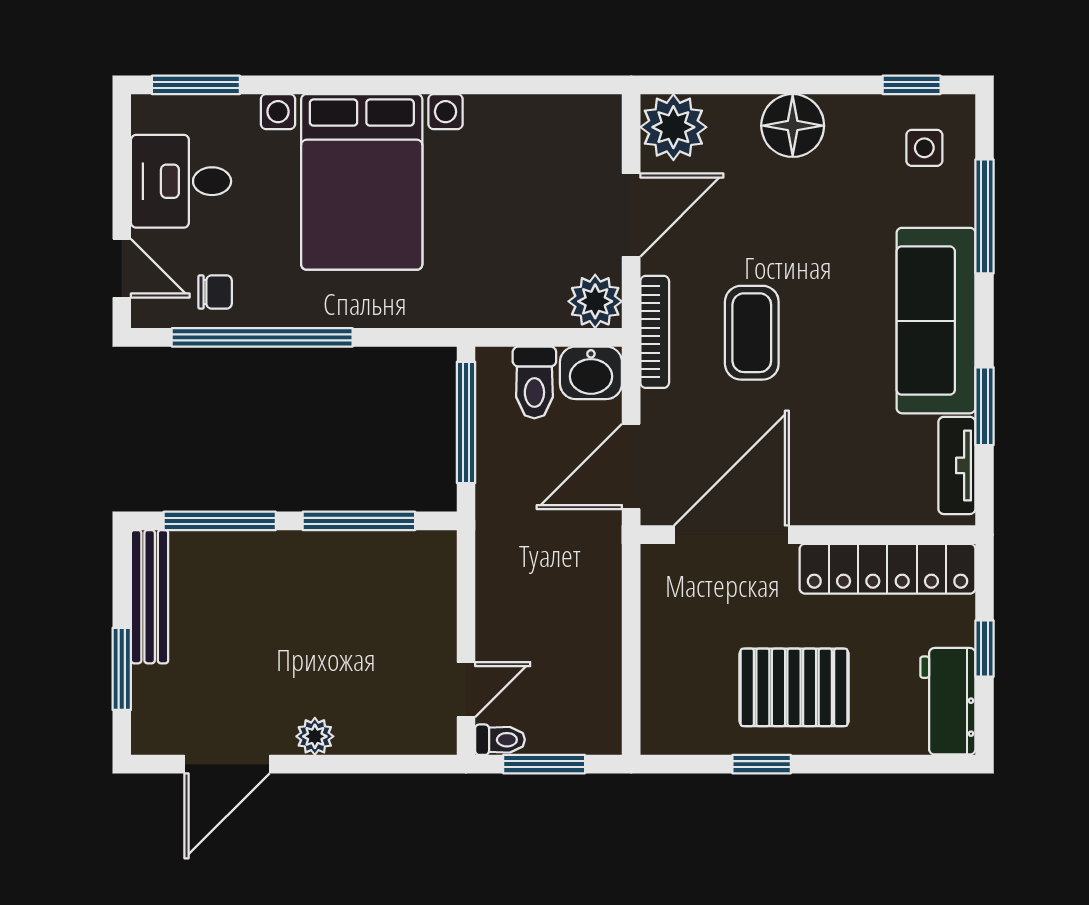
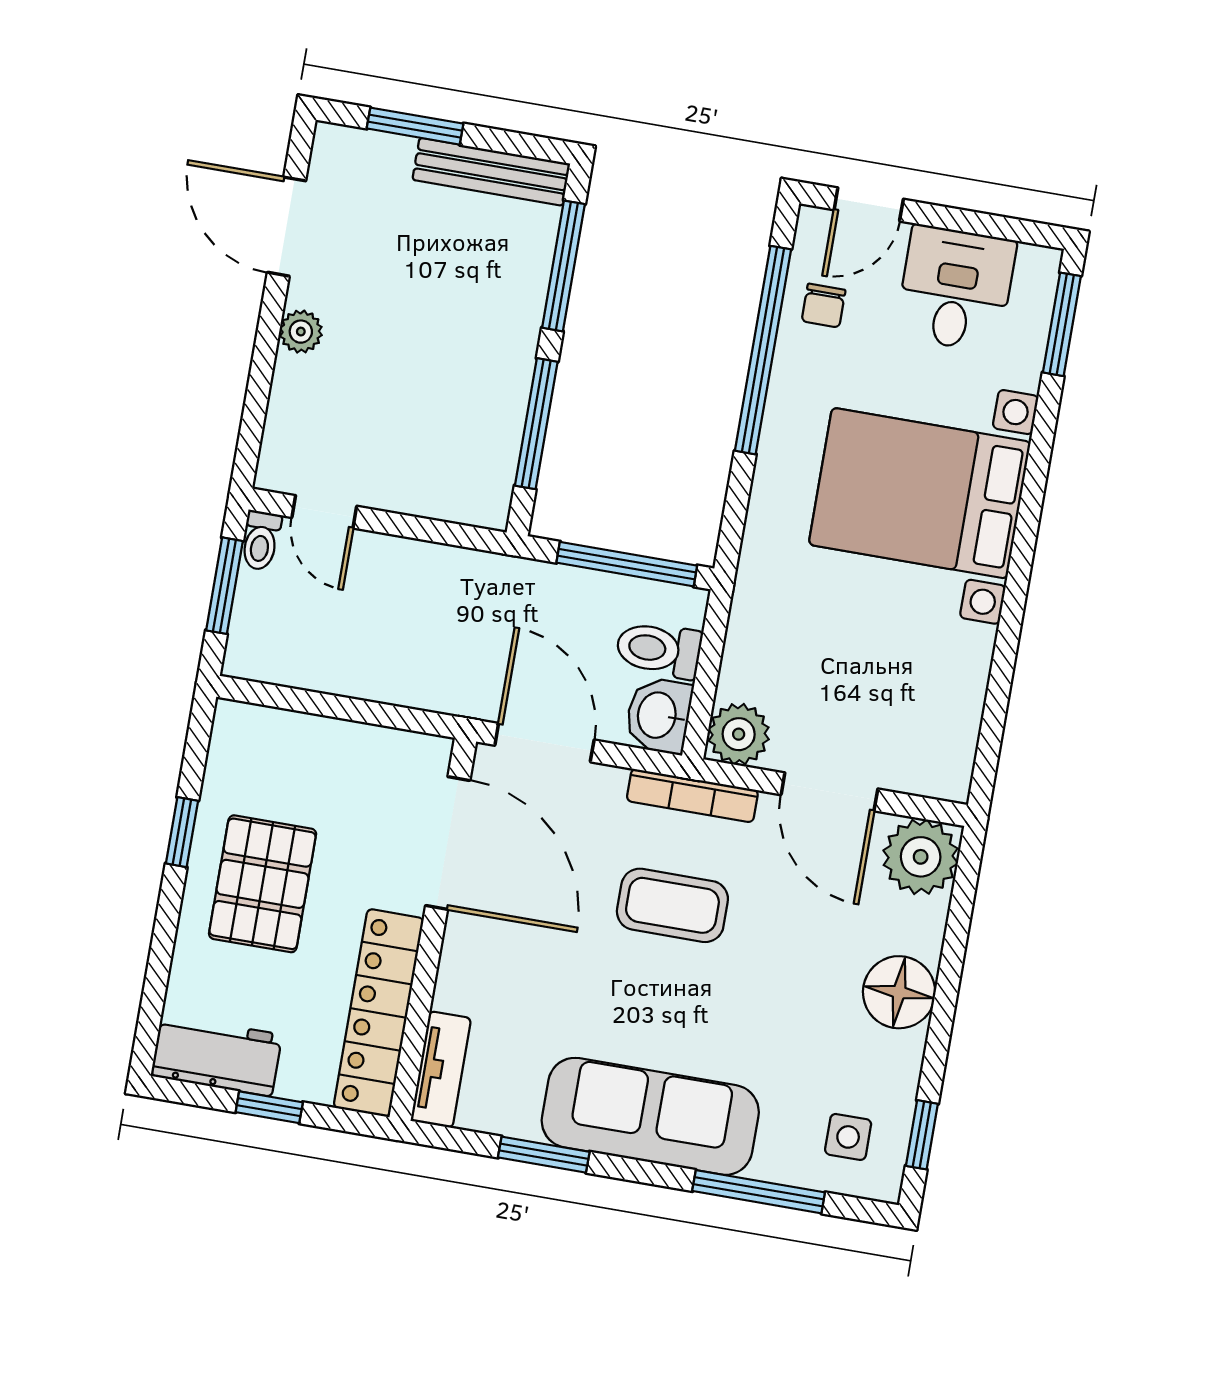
tv unit: (957, 465) -> (441, 1070), moved, turned 90

